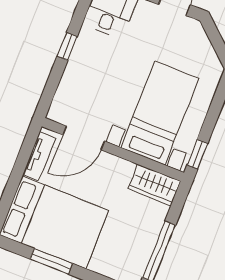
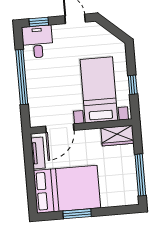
window: (67, 46) -> (22, 77), width x3.17
window: (197, 154) -> (133, 85), moved

